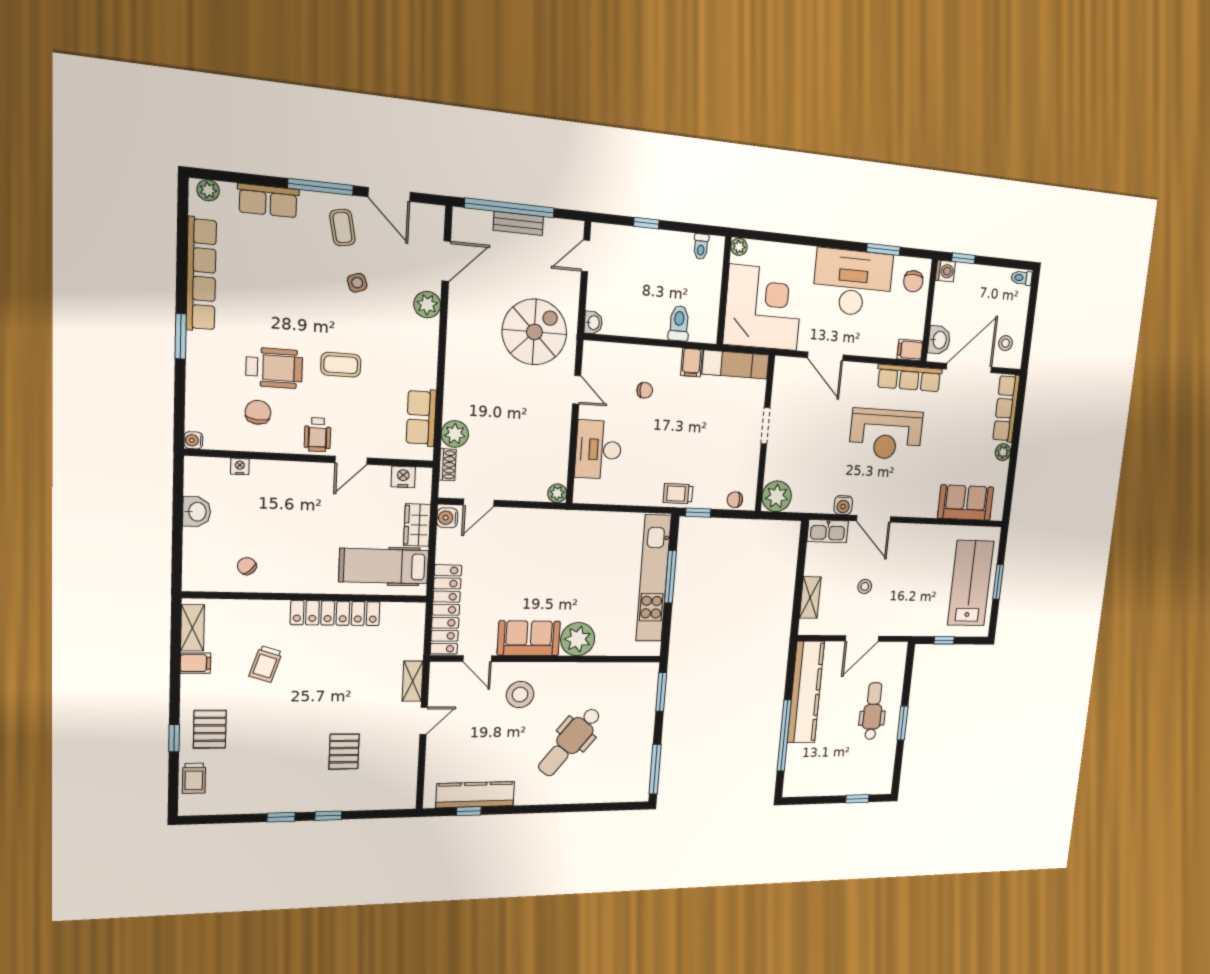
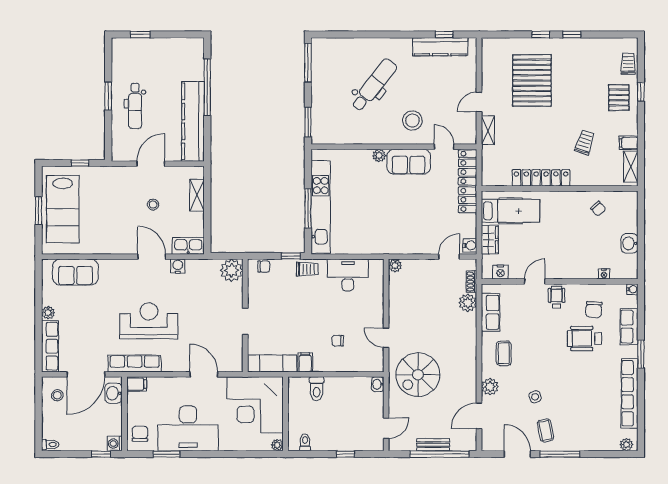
row of seats: (268, 201) -> (629, 327), moved, turned -90
coffee table: (341, 365) -> (504, 353), moved, turned 90
desk: (598, 450) -> (348, 275), moved, turned -90
plant: (578, 639) -> (379, 156), width x0.53, depth x0.53
pallet: (344, 752) -> (532, 81), width x2.05, depth x2.00

